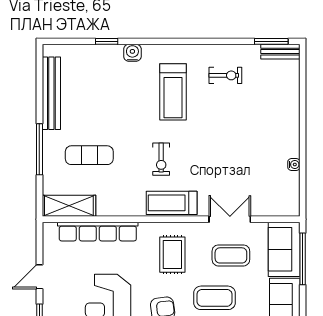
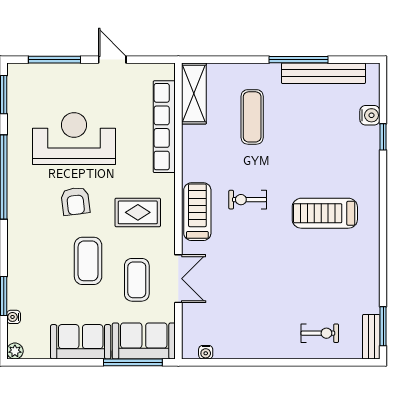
water cooler: (132, 53) -> (370, 115), moved
exercise bike: (225, 75) -> (320, 333), moved, turned -90
window: (39, 149) -> (299, 60), moved
water cooler: (294, 164) -> (206, 352), moved

